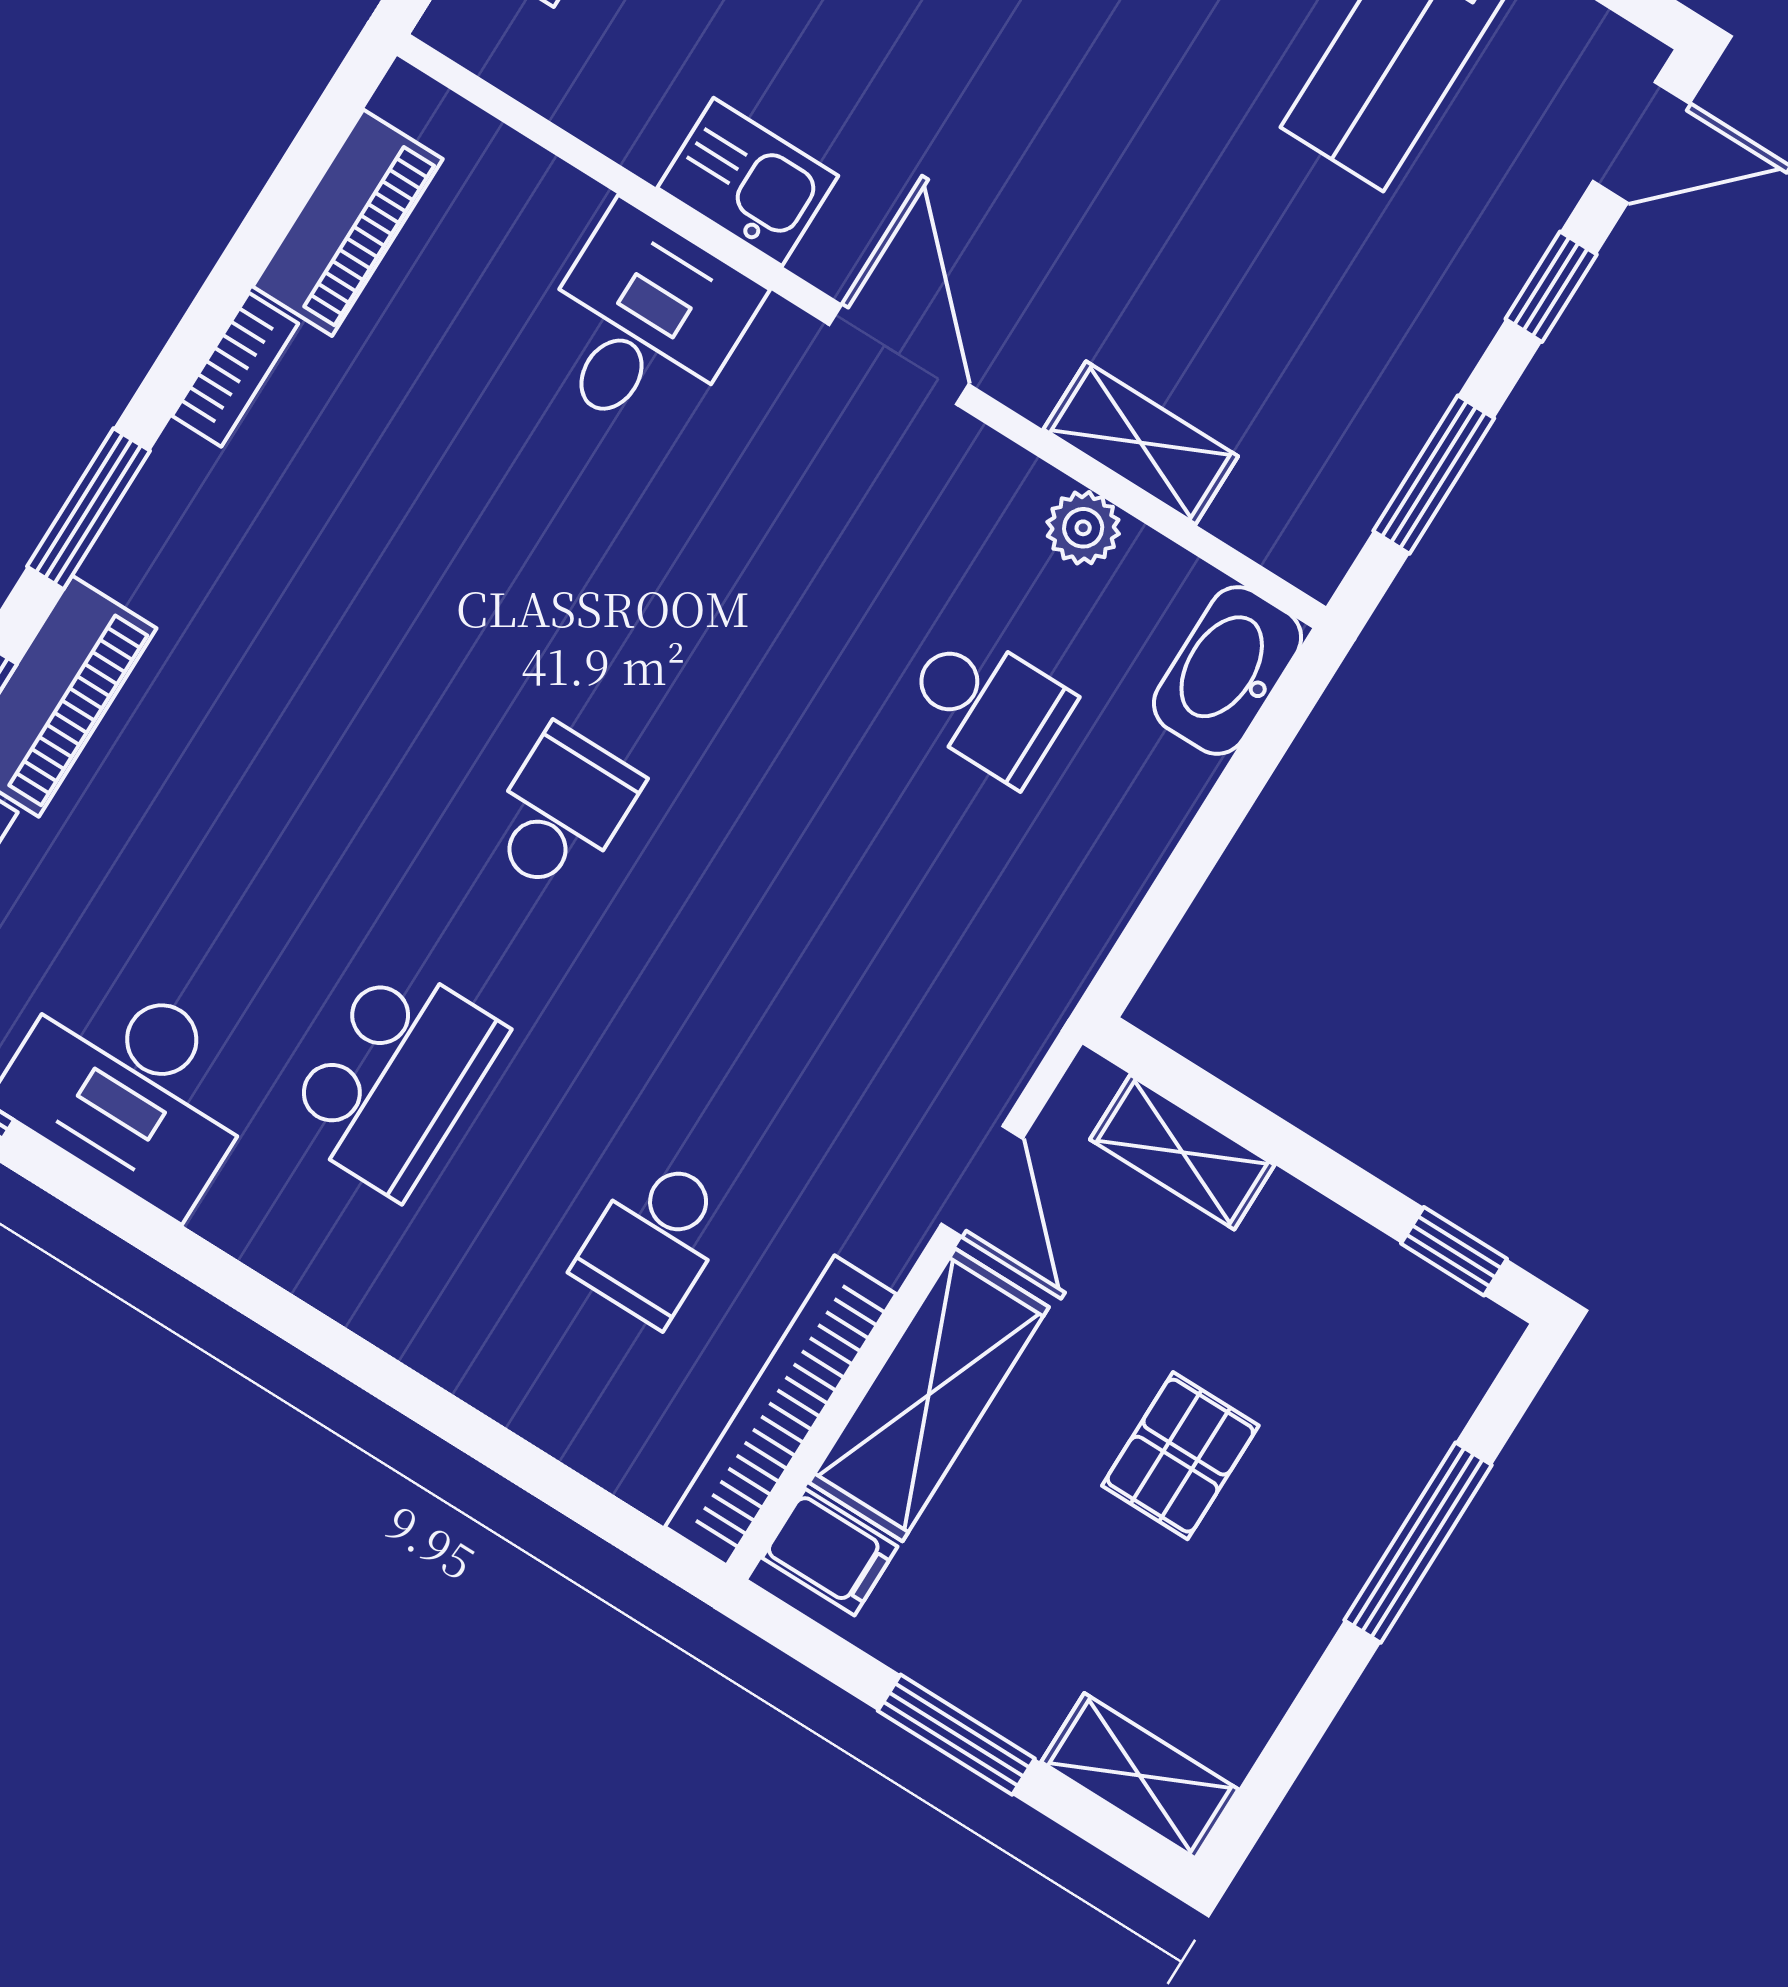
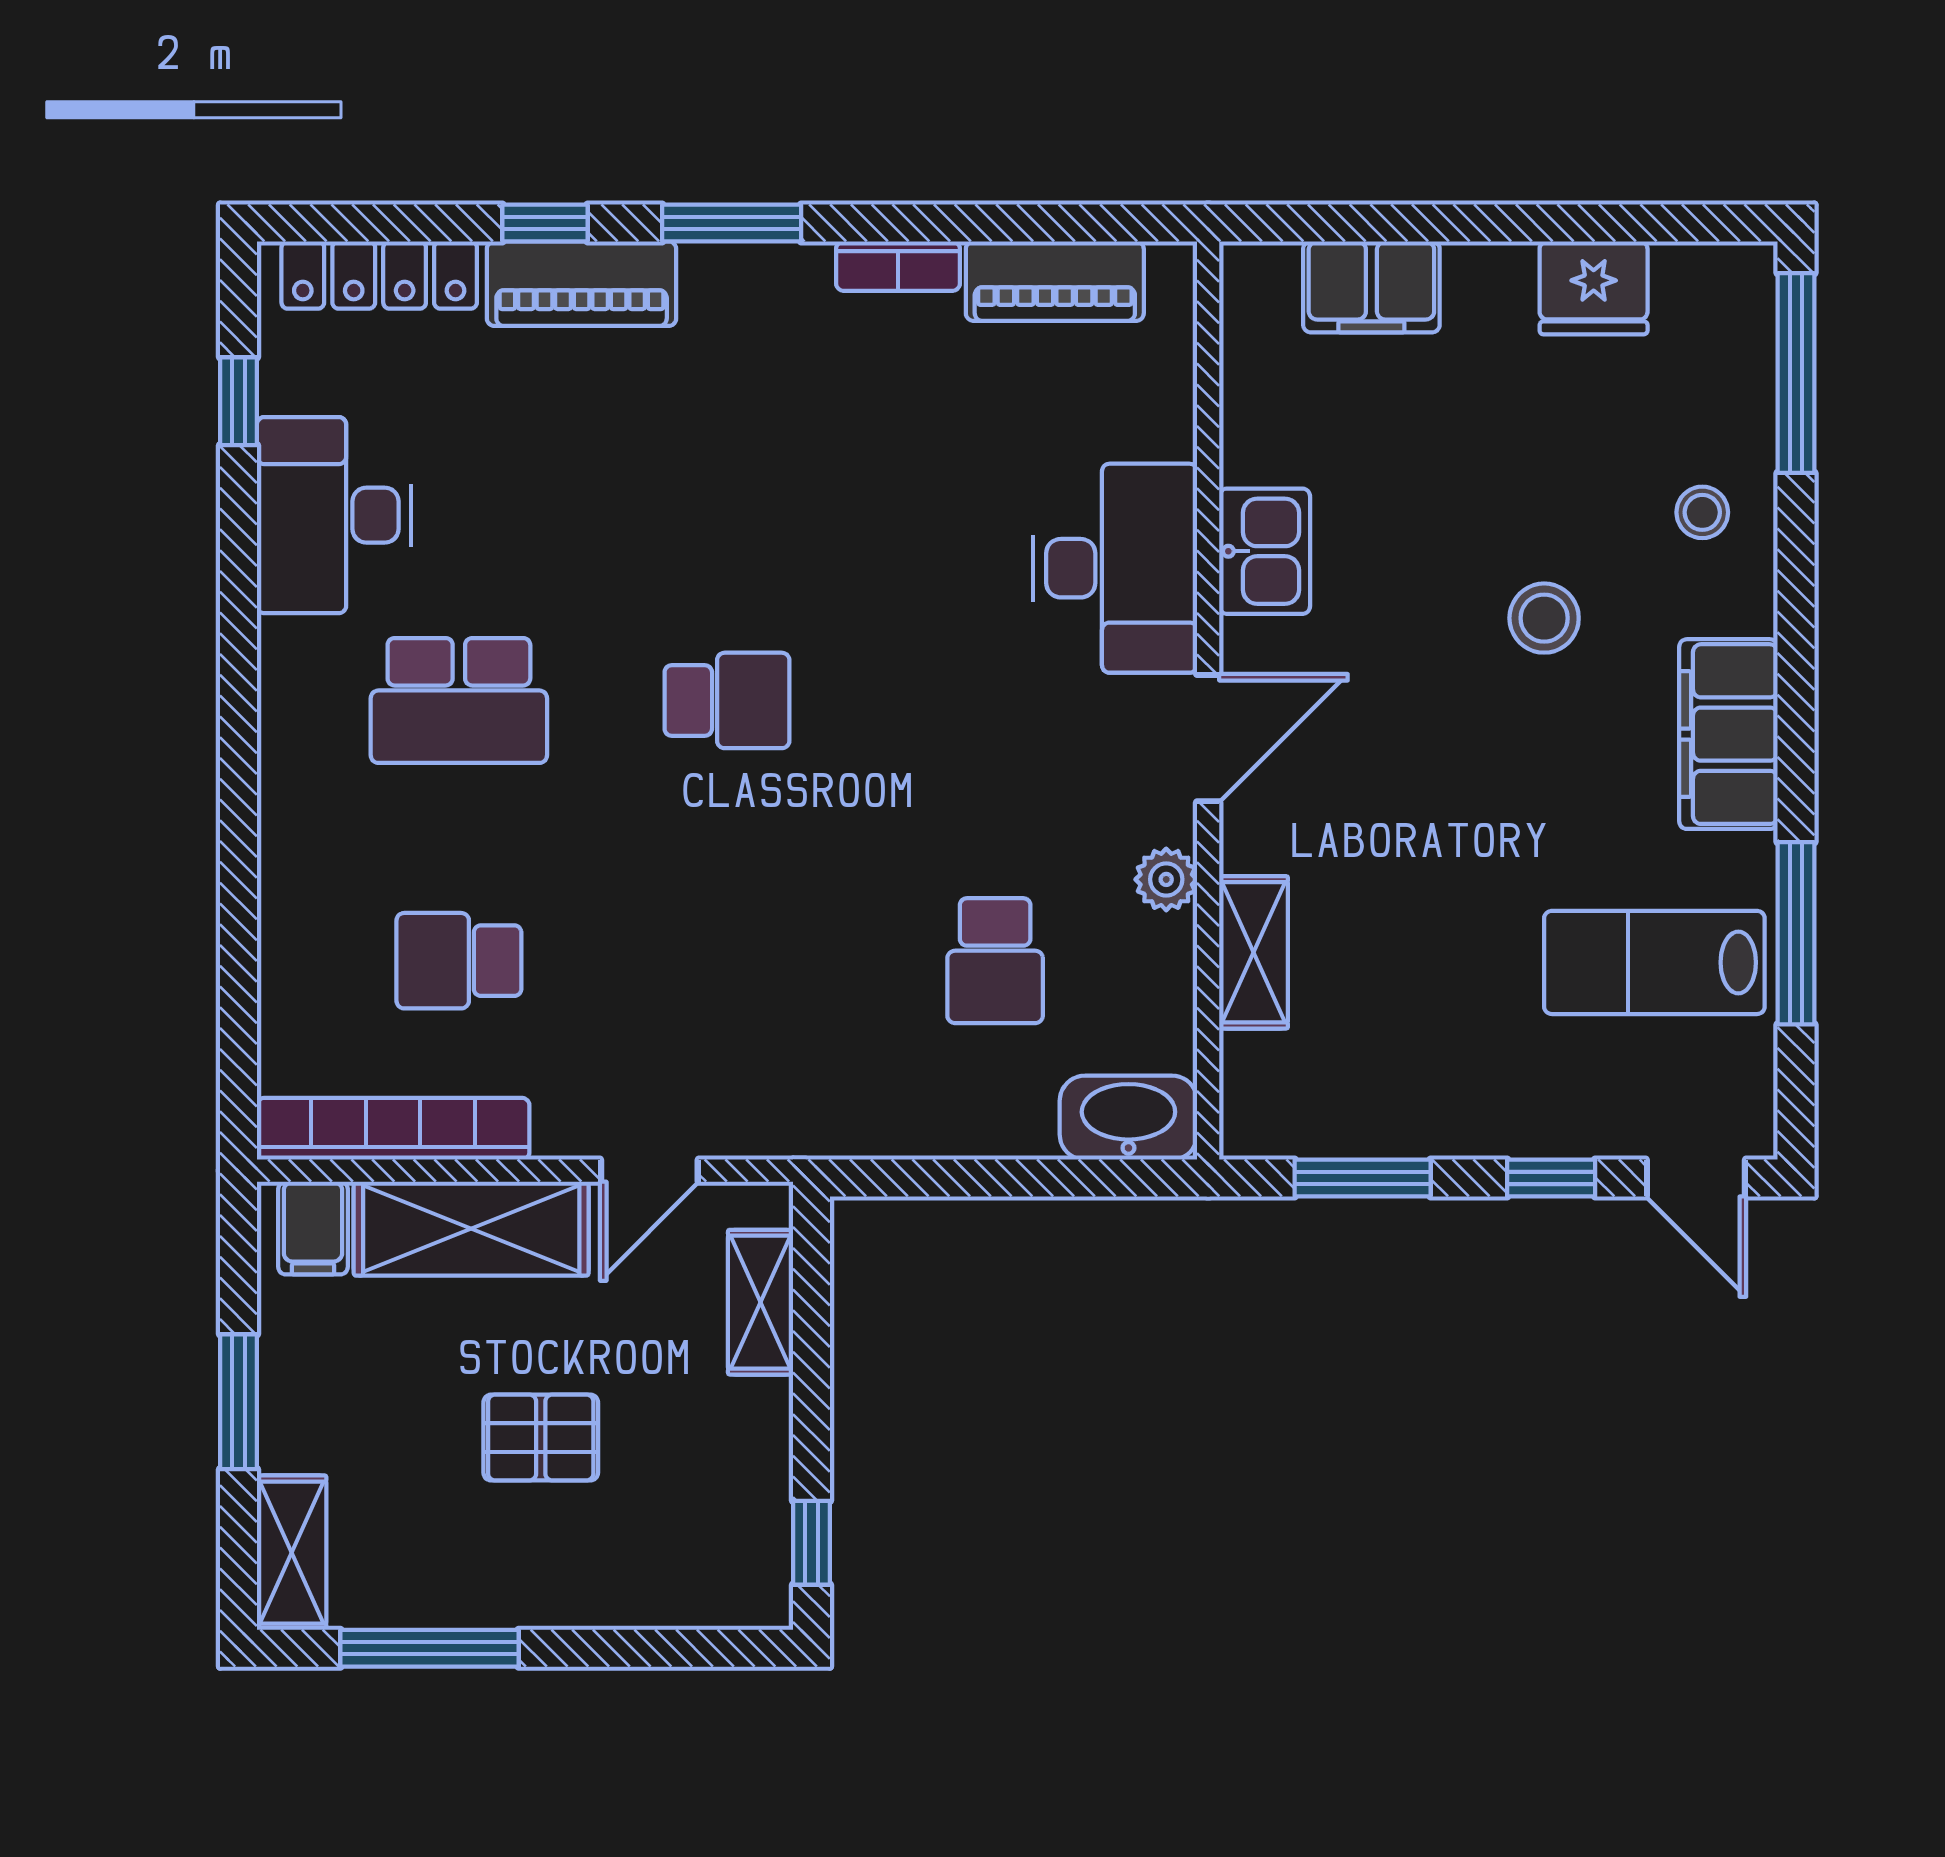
desk: (643, 324) -> (1115, 568), width x1.37
plant: (1083, 528) -> (1166, 879), moved
window: (1418, 1543) -> (429, 1648), moved

